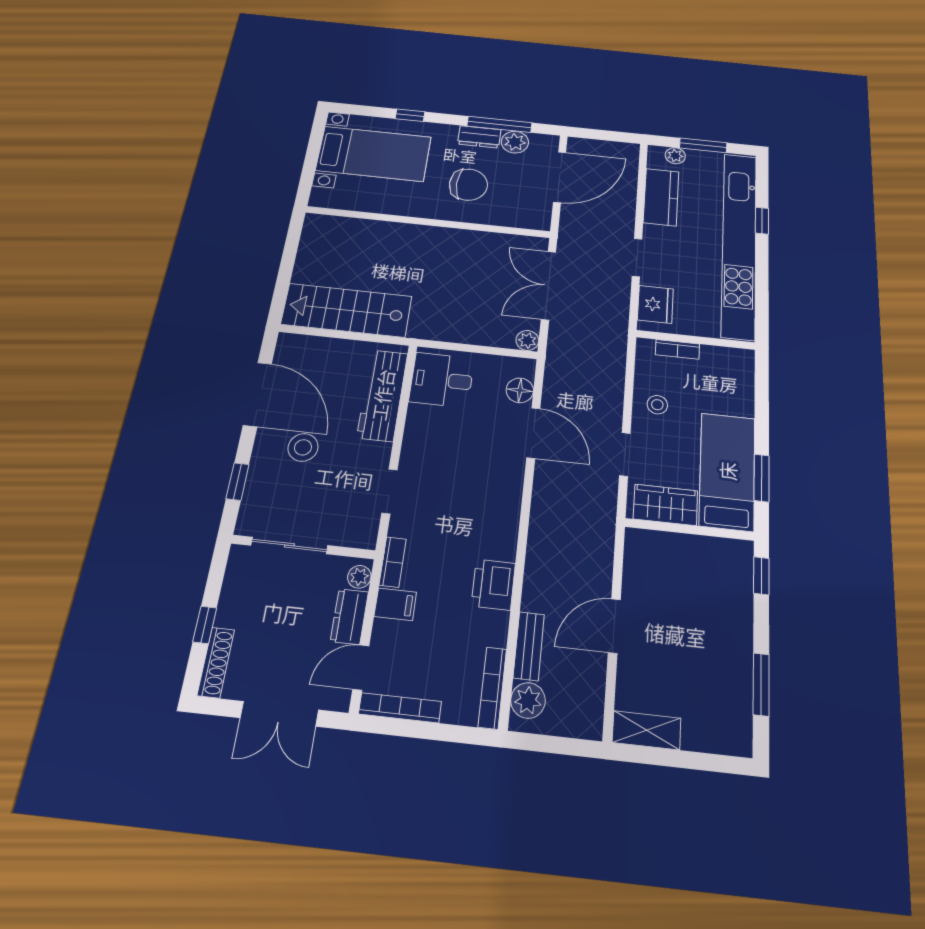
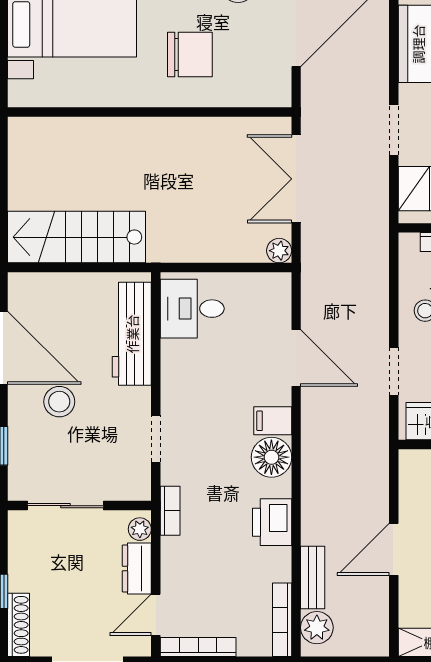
floor lamp: (520, 390) -> (271, 457), moved, width x1.38, depth x1.38
filing cabinet: (395, 604) -> (273, 421), moved, turned 180

